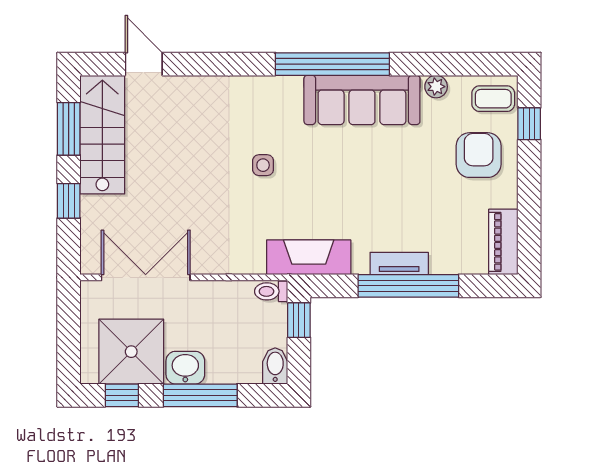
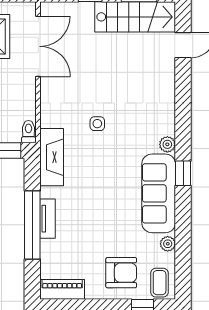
window: (332, 64) -> (183, 173), width x0.32
plant: (290, 87) -> (167, 144), added
side table: (263, 165) -> (97, 124), moved

